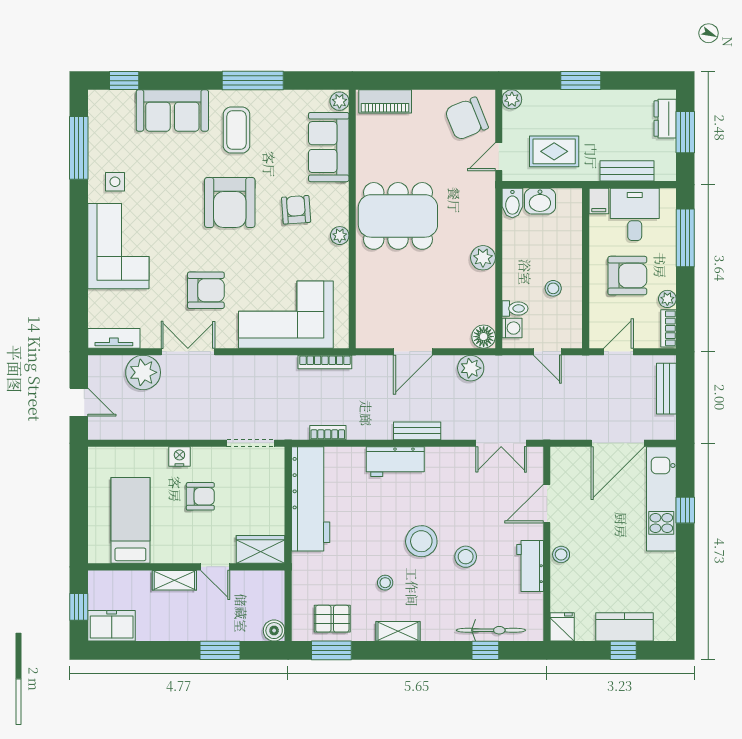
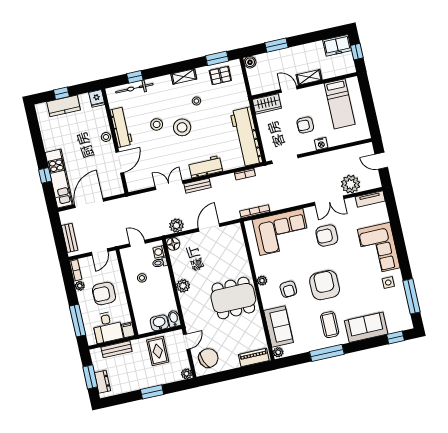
rug: (554, 151) -> (158, 351), turned 90
double door: (501, 443) -> (169, 185), moved
workbench: (530, 566) -> (121, 127), width x1.38

